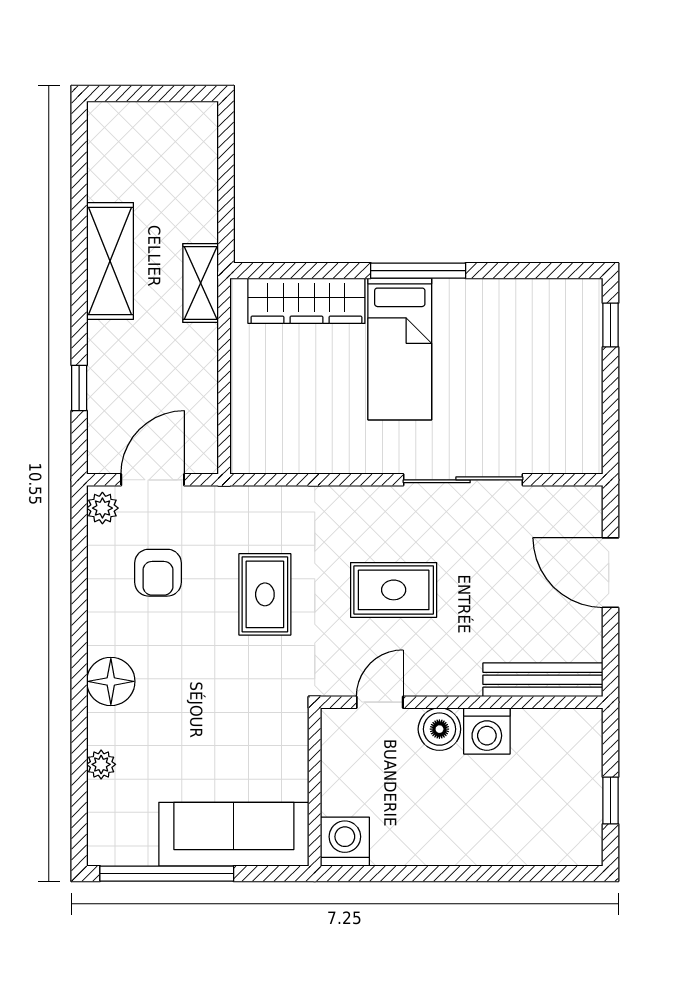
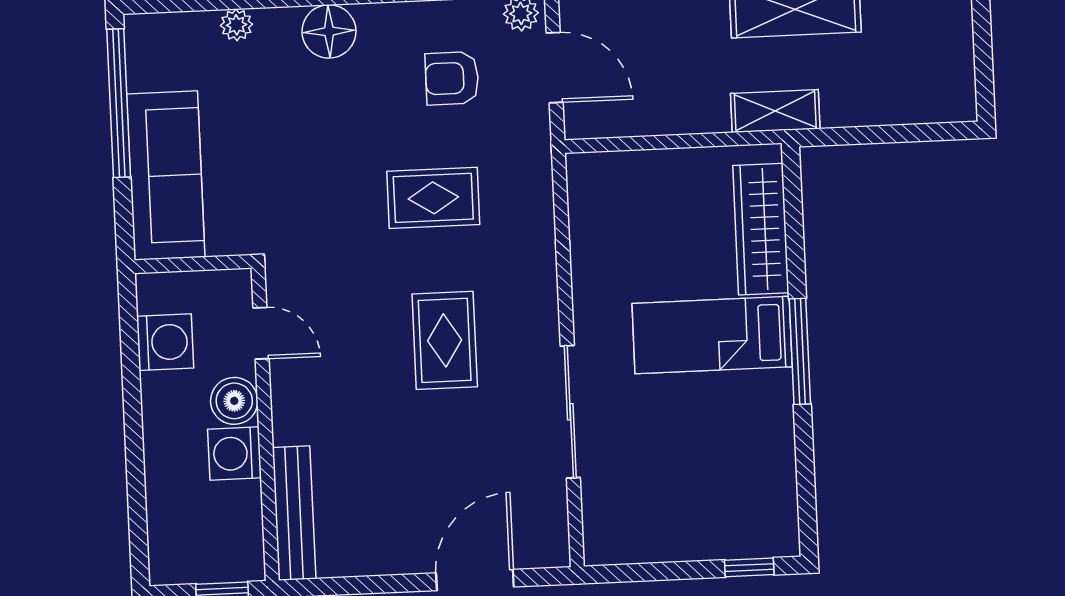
bench: (543, 680) -> (294, 513), moved
door: (380, 702) -> (261, 333), moved
wall: (462, 702) -> (265, 424), moved
boiler: (439, 729) -> (234, 401), moved
washing machine: (487, 731) -> (235, 453), moved
washing machine: (345, 842) -> (165, 342), moved

